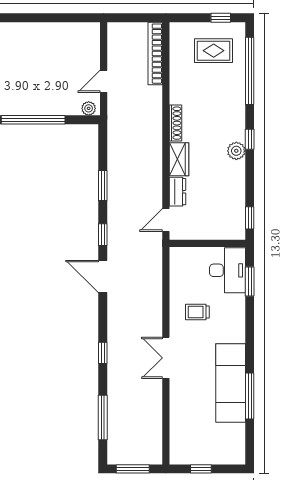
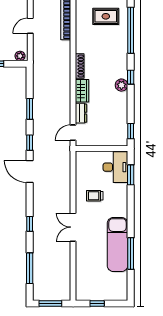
door: (104, 81) -> (30, 26), moved

